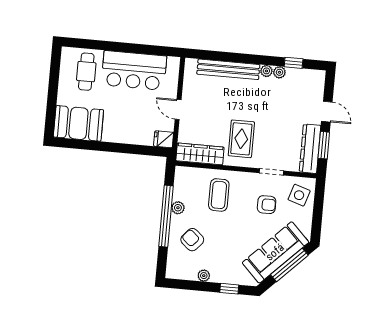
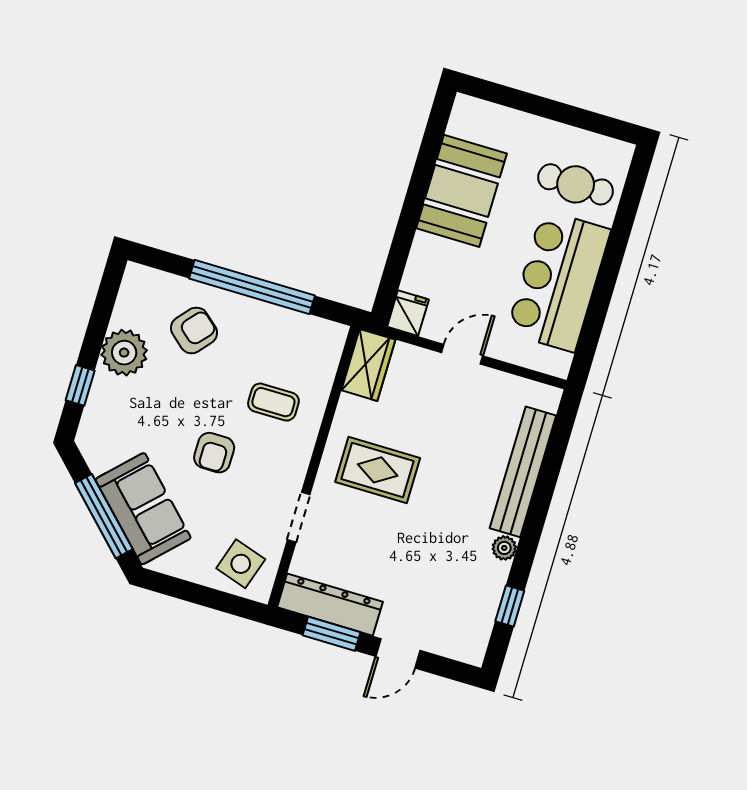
plant: (279, 72) -> (496, 574), removed
booth: (78, 123) -> (462, 191), moved
wardrobe: (200, 154) -> (368, 365), width x0.67
coffee table: (219, 195) -> (273, 402), width x0.73, depth x0.77
armchair: (267, 205) -> (214, 453), moved
plant: (178, 208) -> (264, 314), removed
sofa: (275, 252) -> (143, 509), width x0.73
plant: (204, 276) -> (124, 353), width x1.87, depth x1.87

